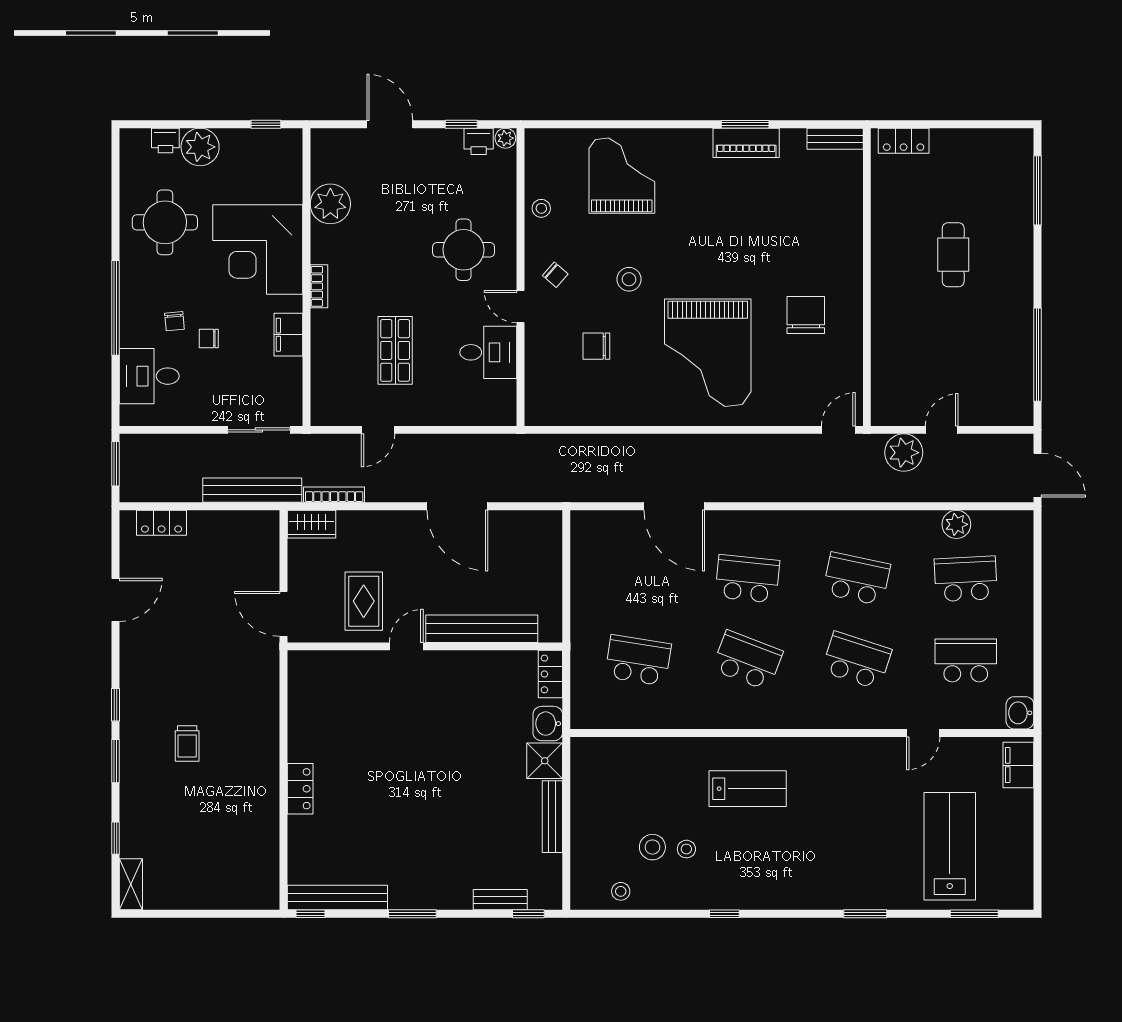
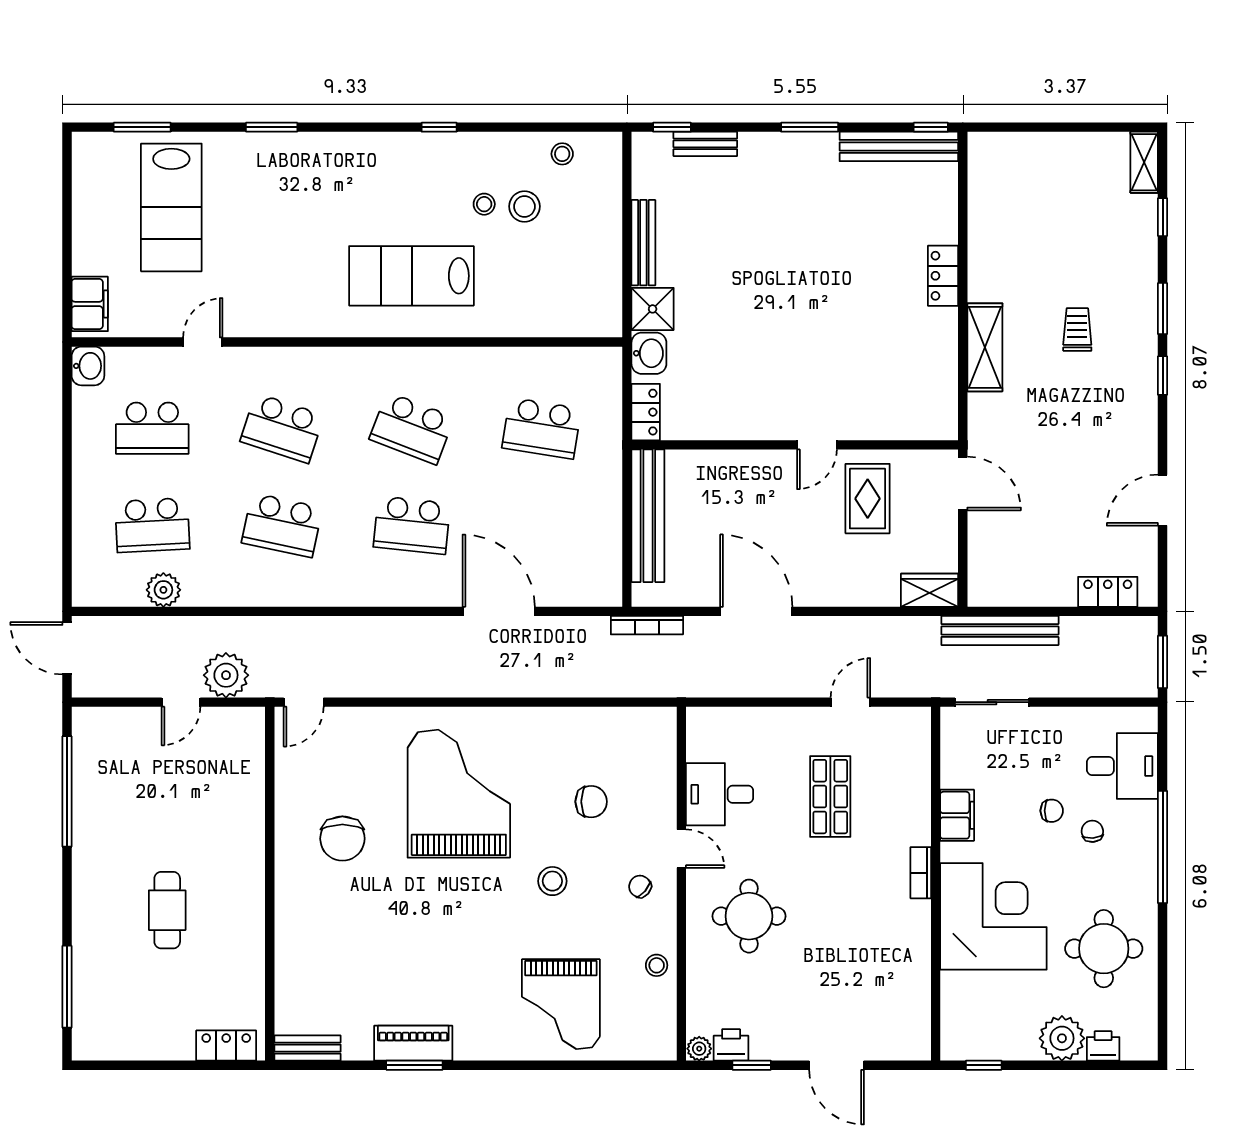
plant: (330, 204) -> (907, 971), removed
bookcase: (334, 495) -> (647, 625), moved
bench: (482, 629) -> (648, 516), moved, turned 90
shelving: (265, 729) -> (985, 347), added
lab bench: (748, 789) -> (411, 276), width x1.36, depth x1.39

